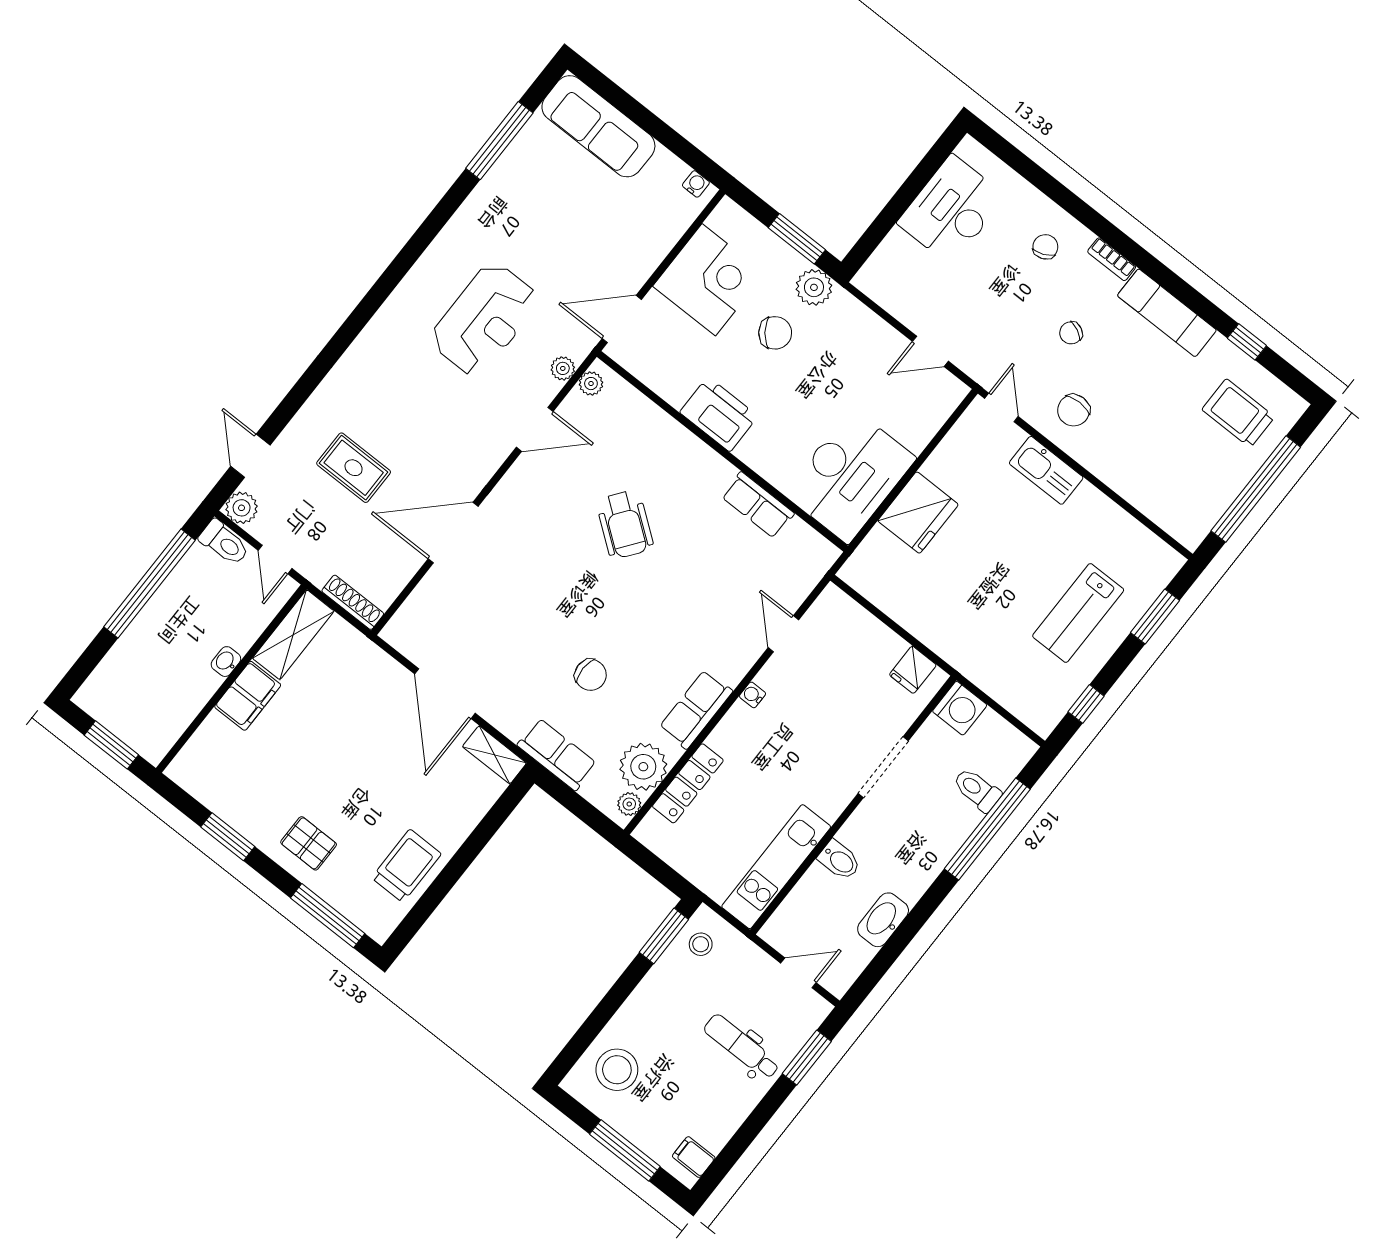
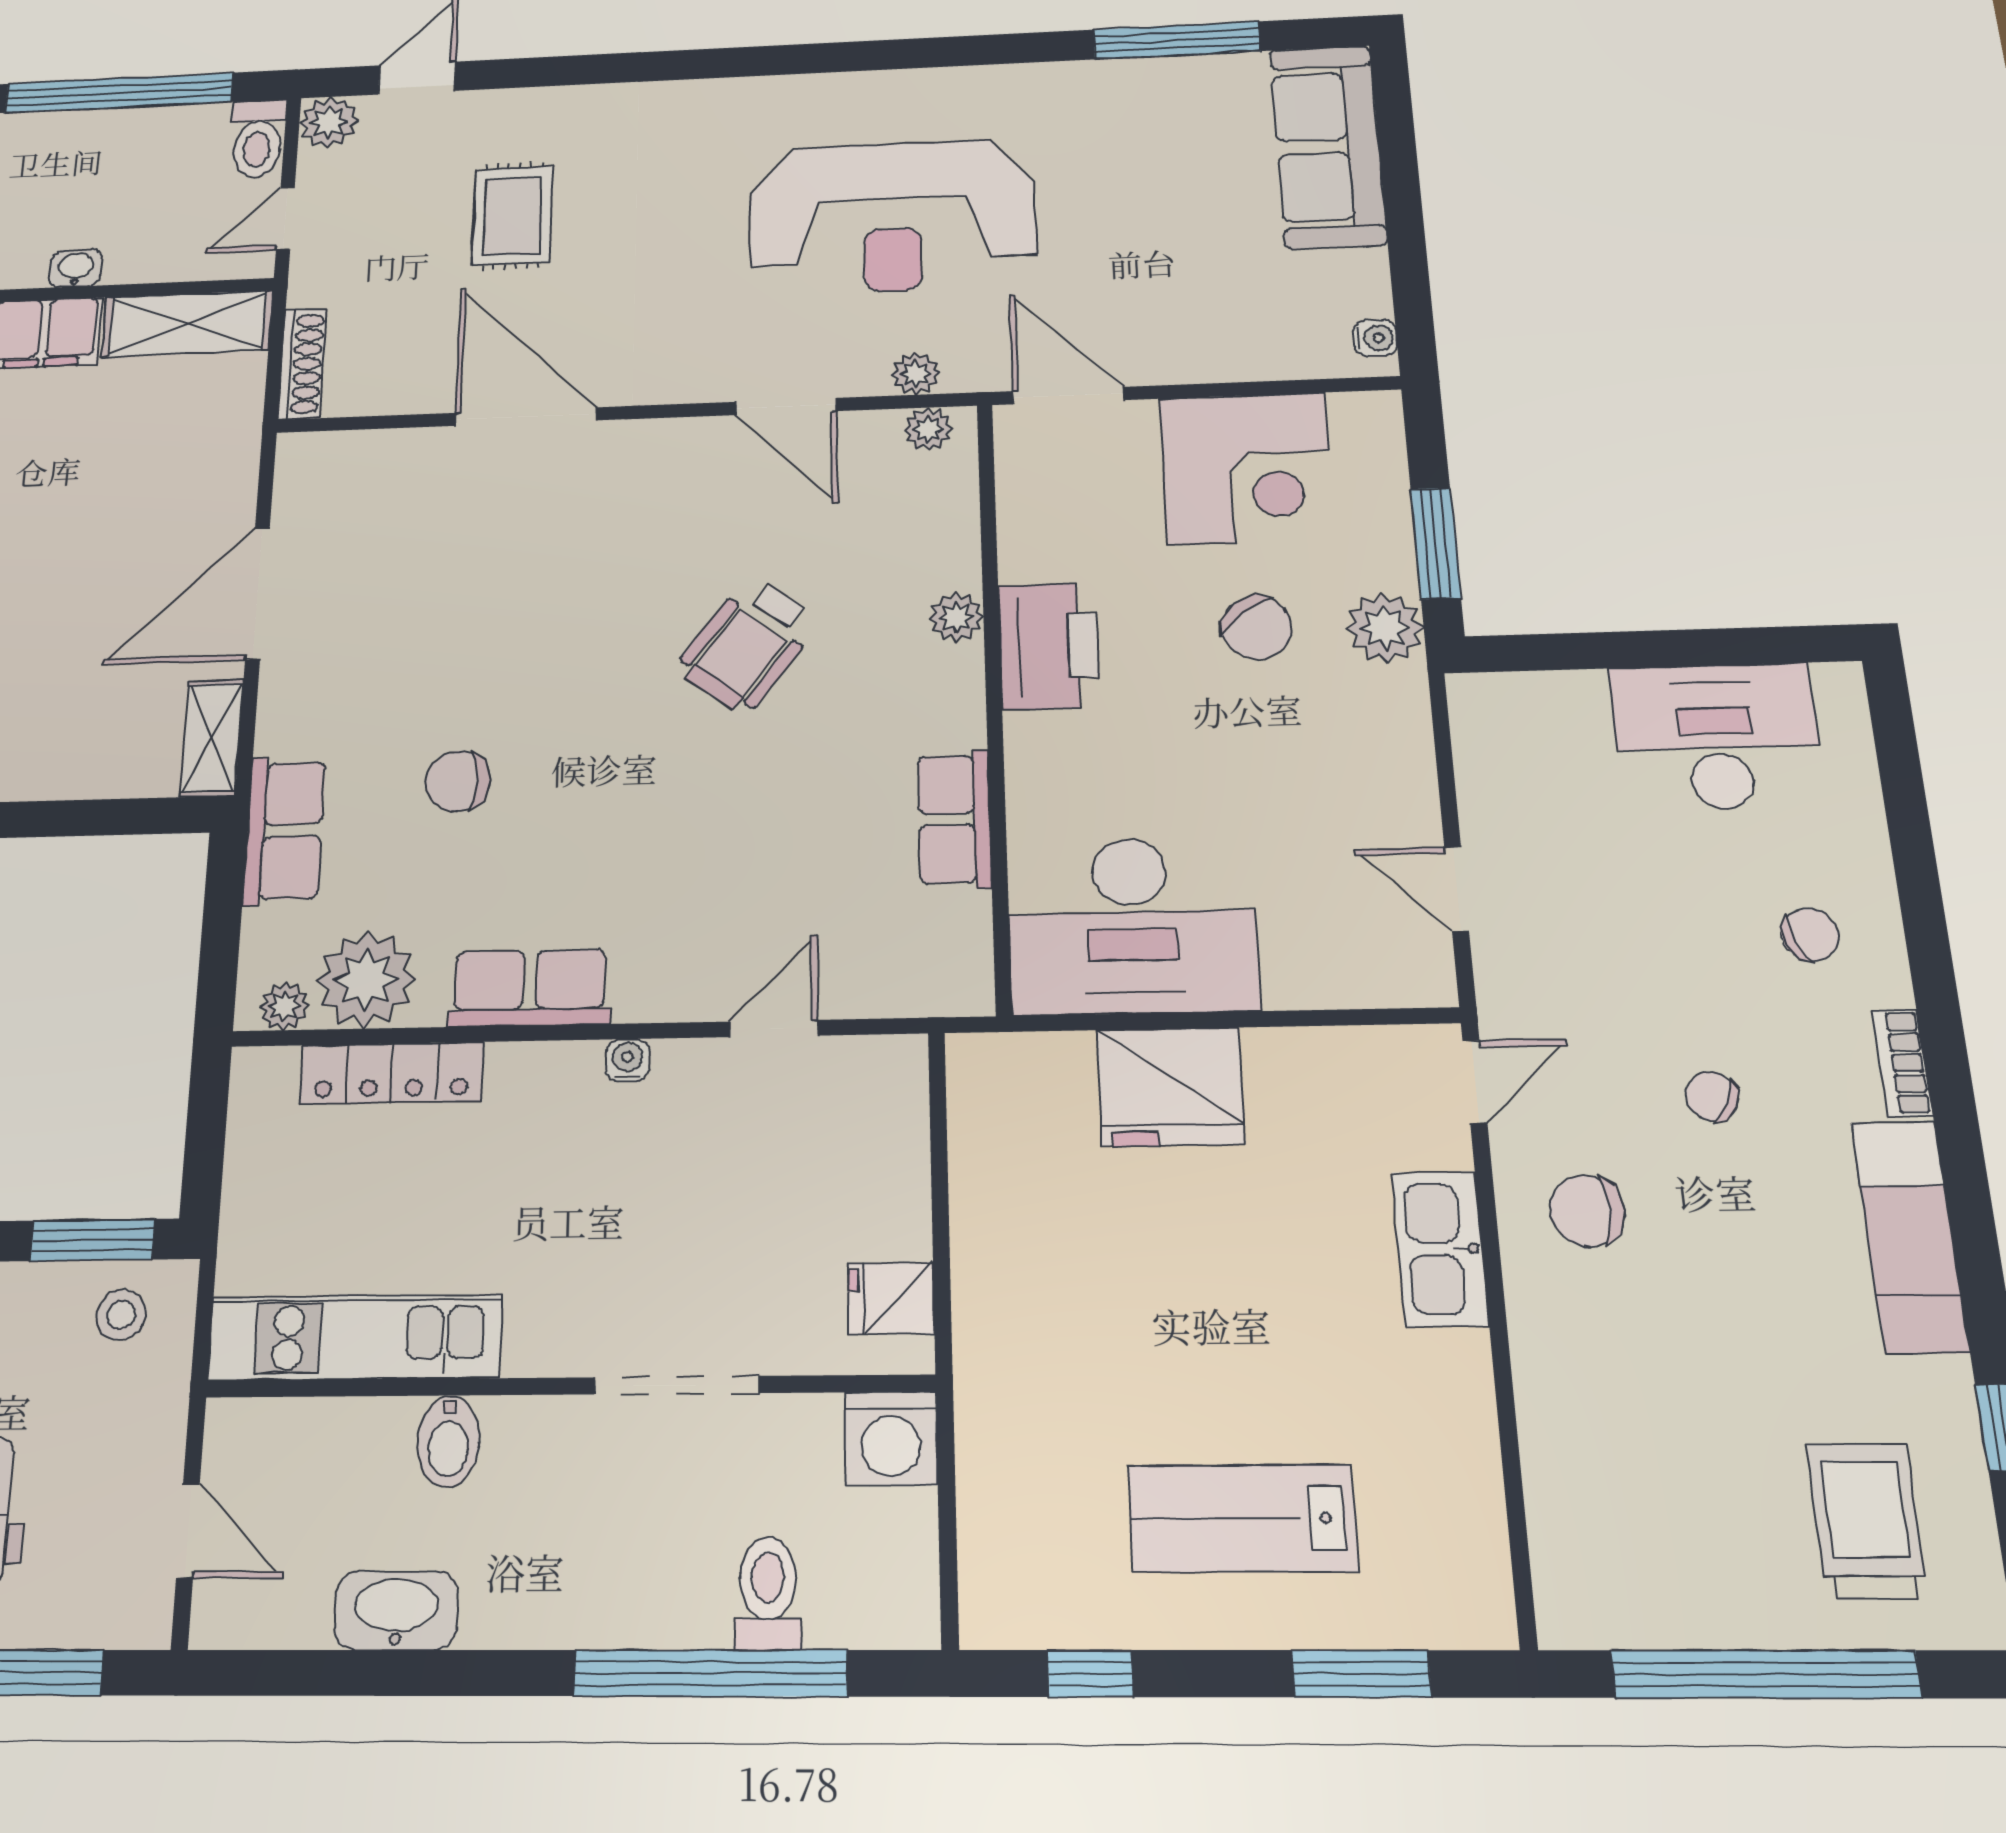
reception desk: (484, 319) -> (892, 217), width x1.36, depth x1.30
plant: (679, 438) -> (956, 617), added
chair: (591, 675) -> (458, 781), turned 90

